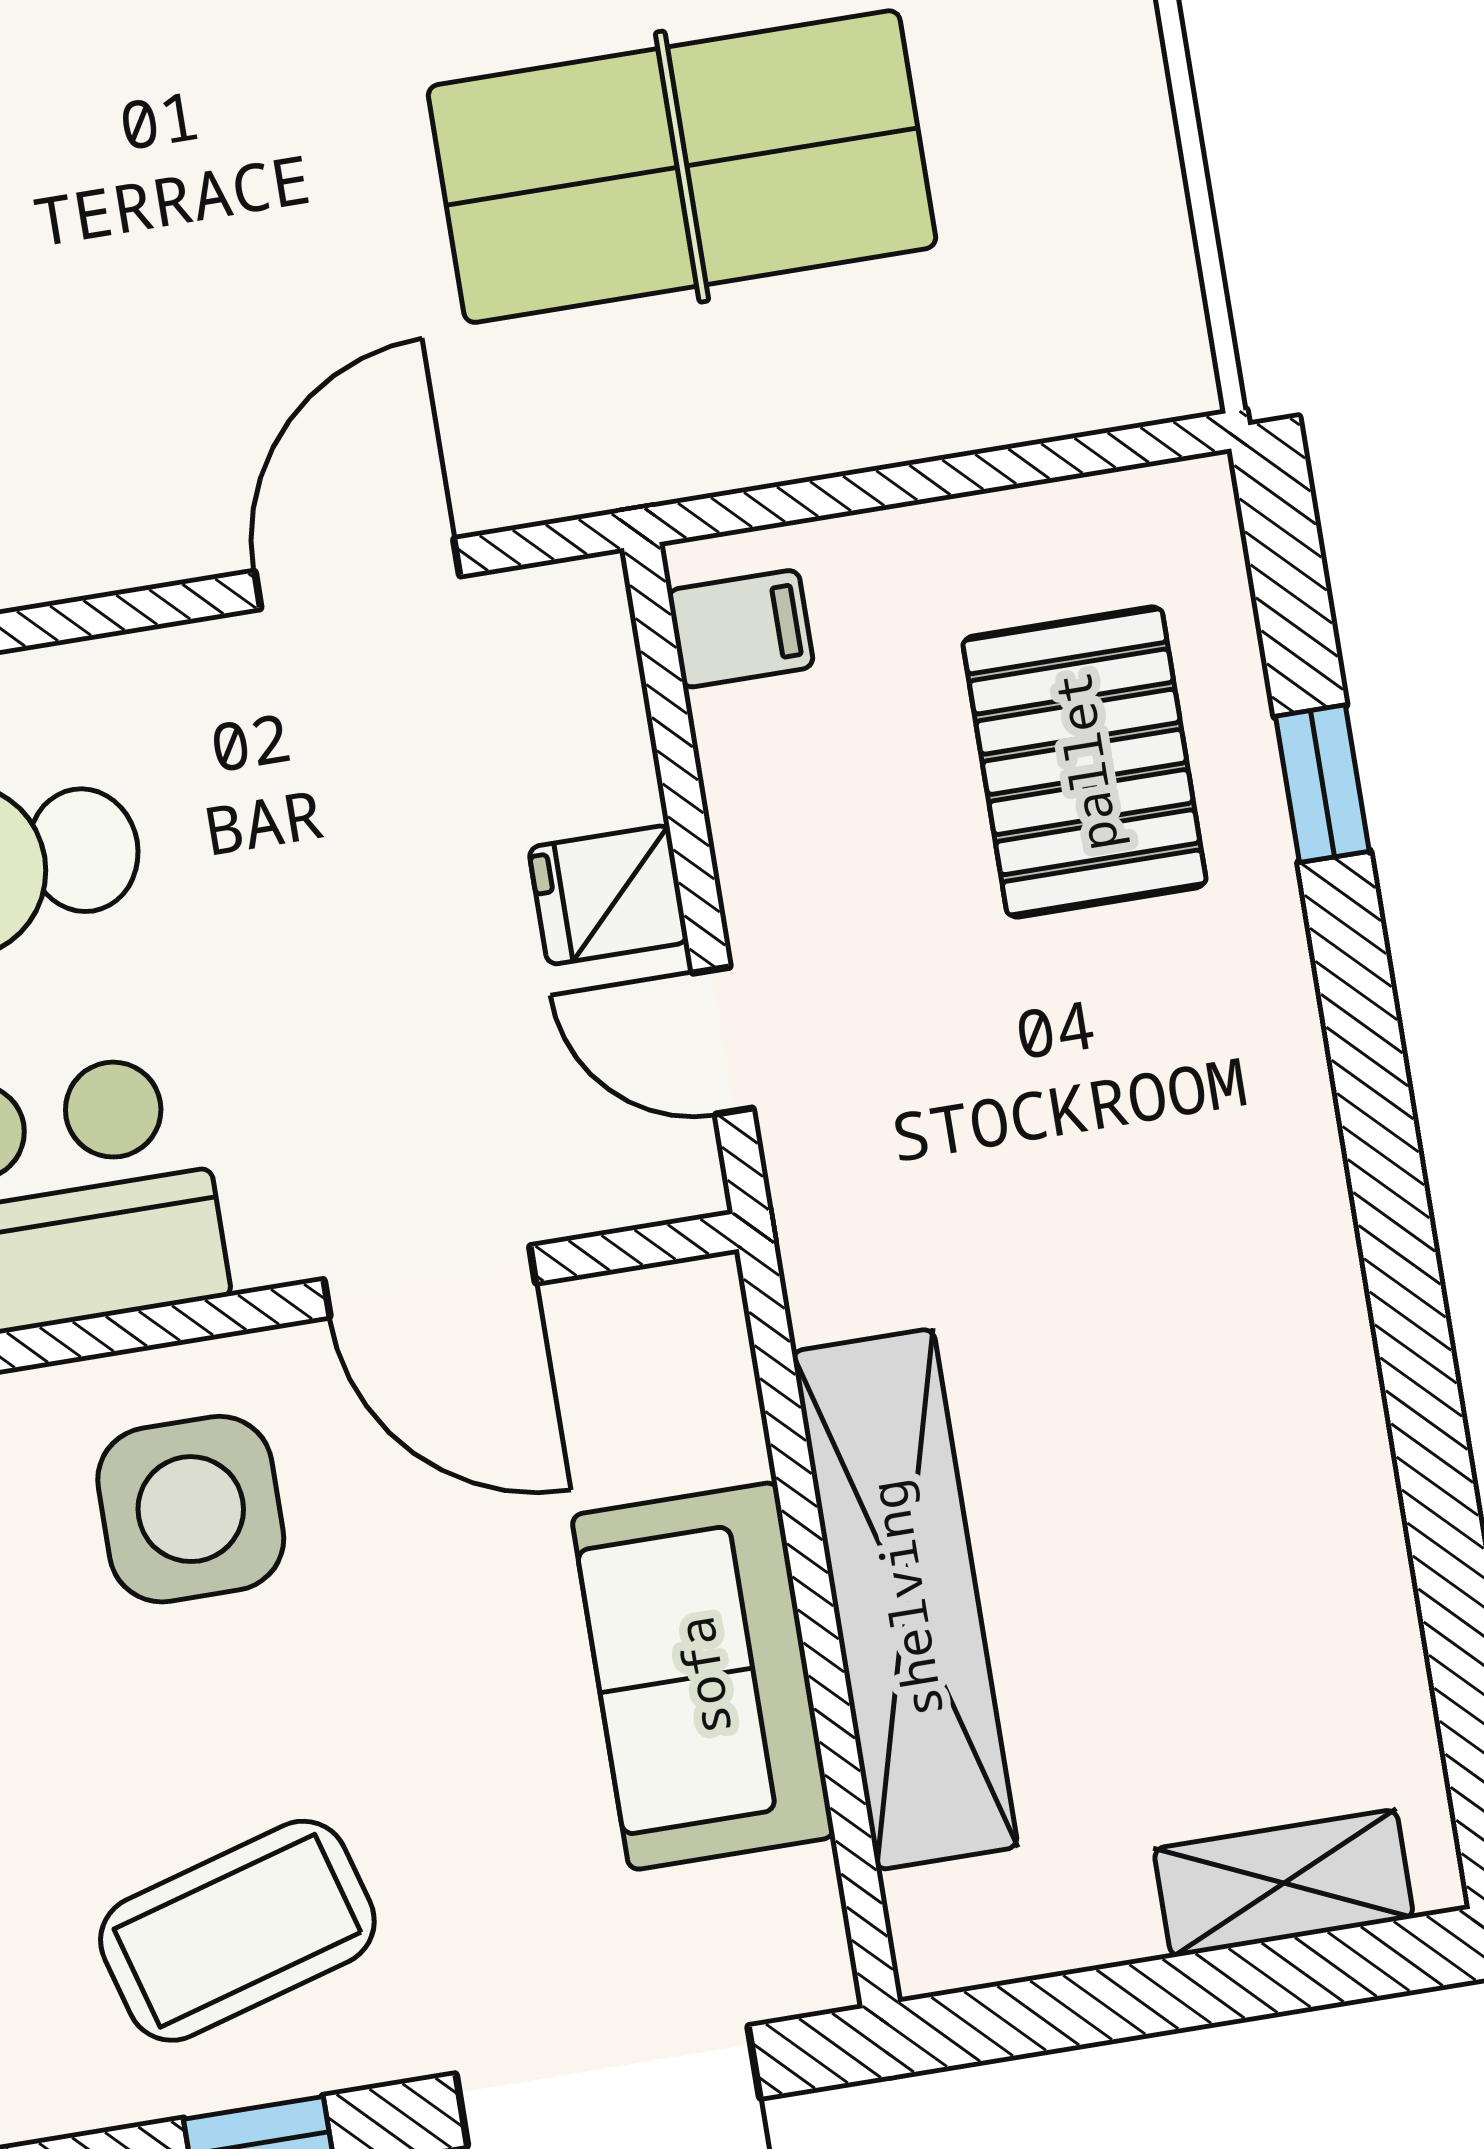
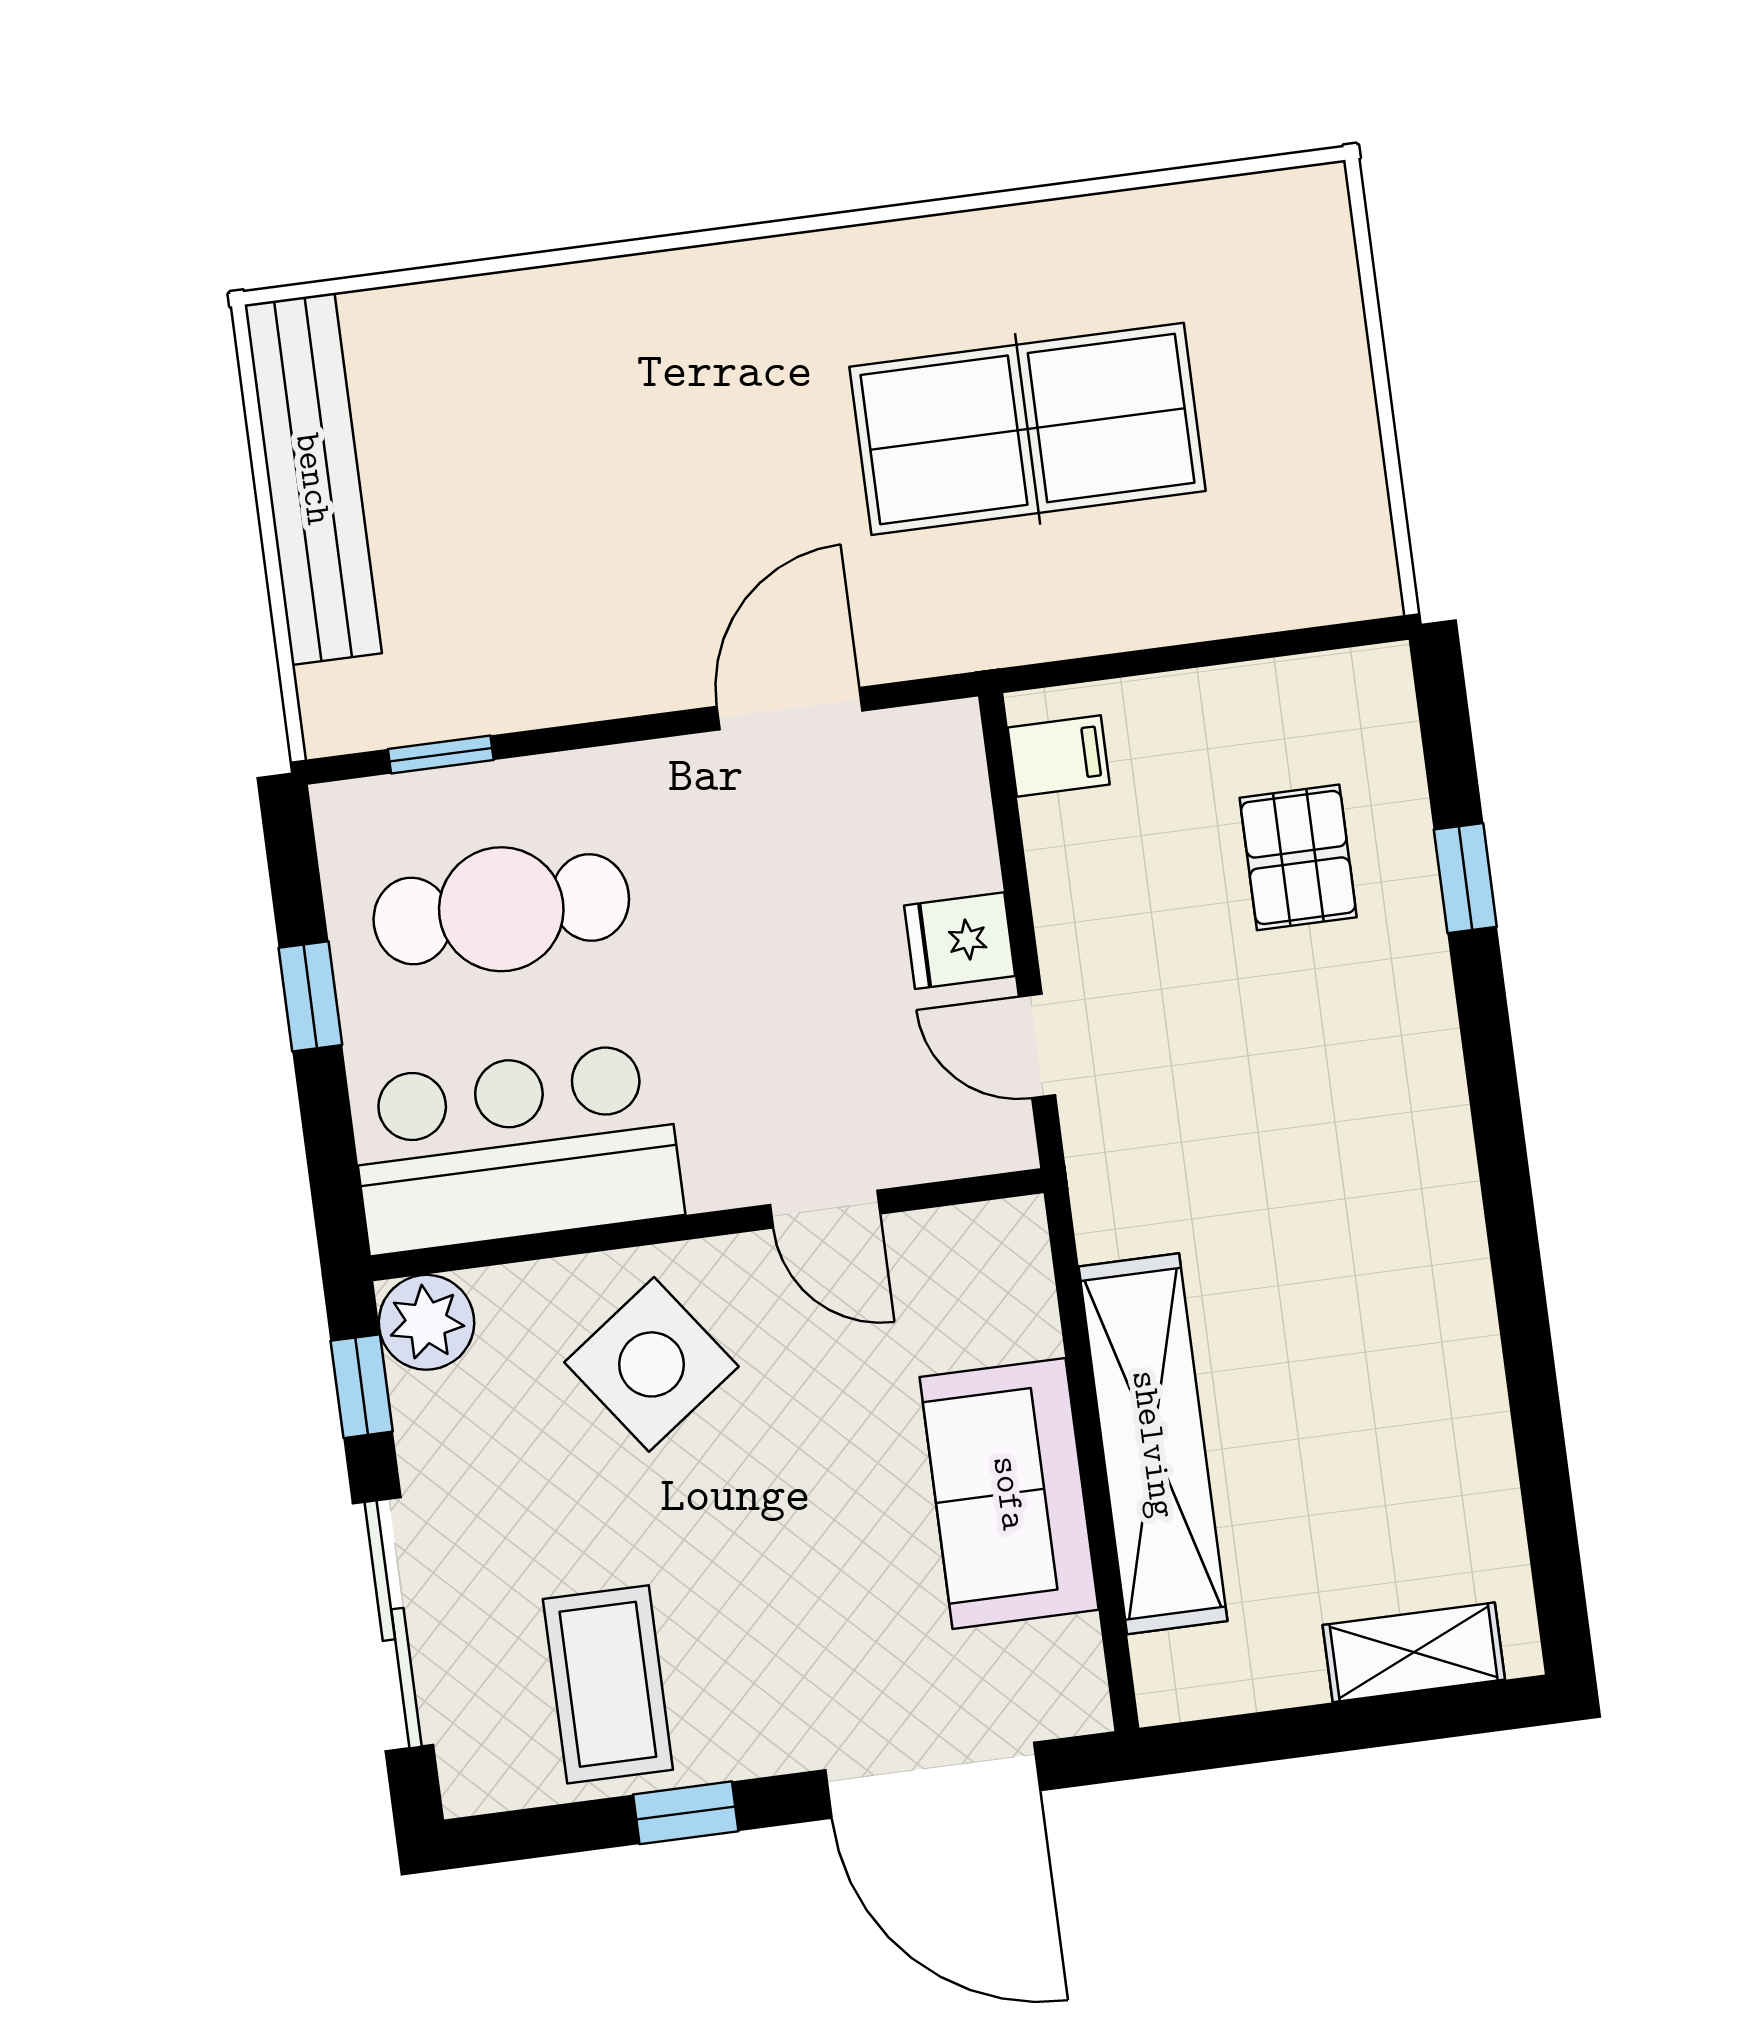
pallet: (1085, 762) -> (1298, 857), width x0.67, depth x0.71
door: (430, 1281) -> (825, 1209), width x0.73
side table: (191, 1509) -> (652, 1364), turned -36
coffee table: (237, 1931) -> (608, 1684), moved, turned -74

